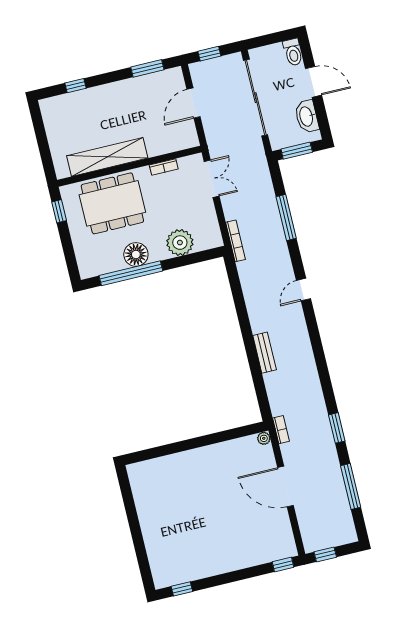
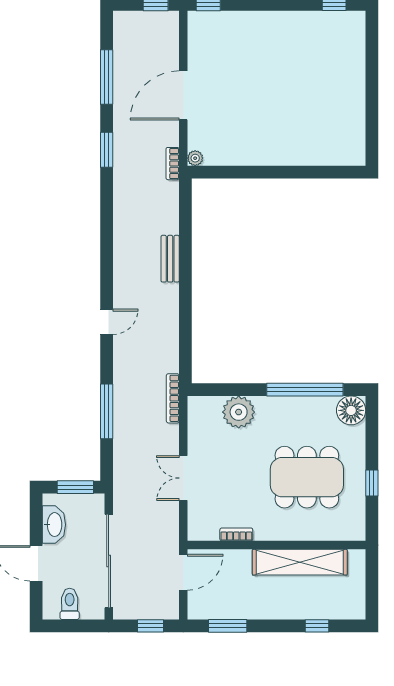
toilet: (293, 52) -> (70, 604), moved
shelving: (107, 157) -> (300, 562), moved
wall: (129, 166) -> (276, 545), moved
bookcase: (164, 167) -> (236, 534), moved
floor lamp: (136, 254) -> (351, 410), moved
door: (286, 486) -> (183, 95), swing flipped

